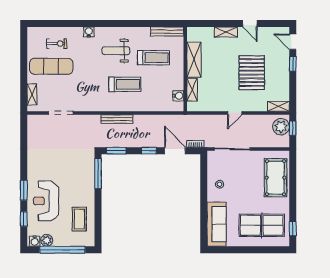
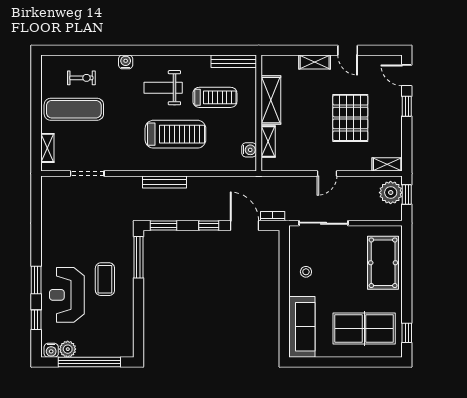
treadmill: (125, 84) -> (175, 134), width x1.37, depth x1.38
coffee table: (79, 219) -> (105, 279), moved

